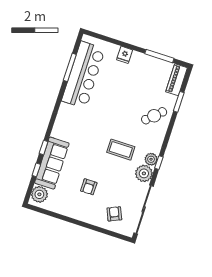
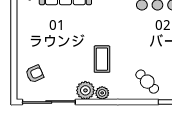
window: (159, 163) -> (101, 102), removed
armchair: (89, 187) -> (54, 39), removed

